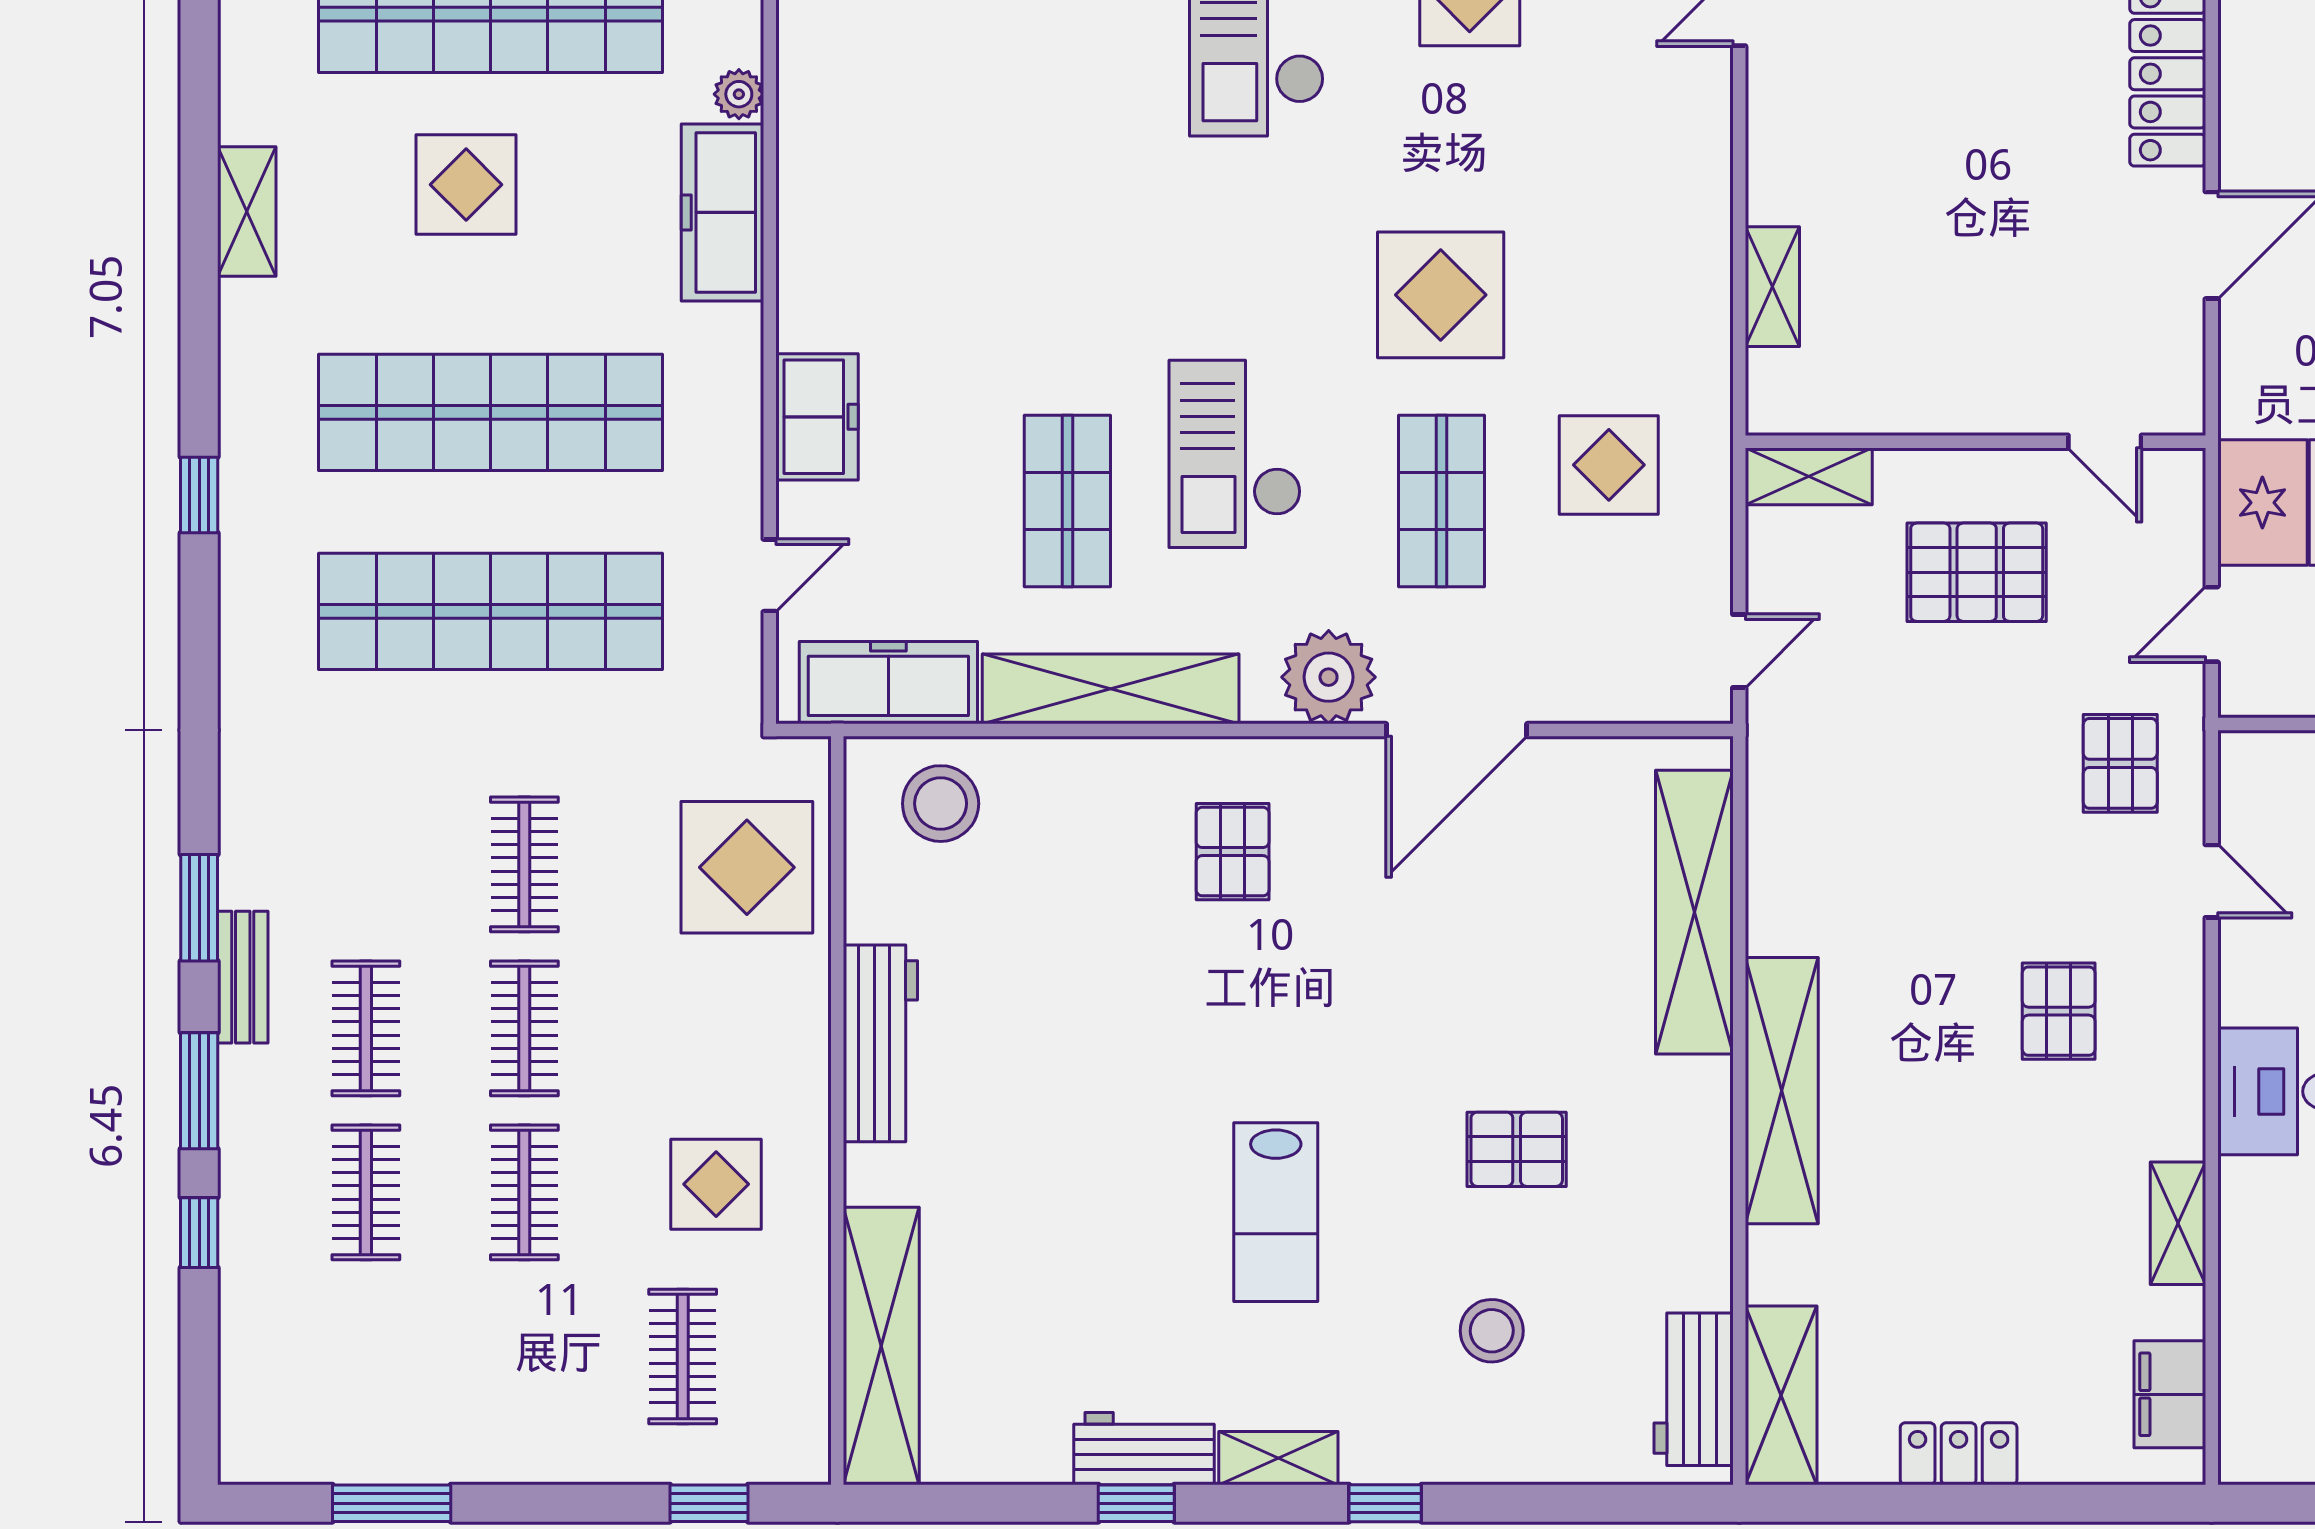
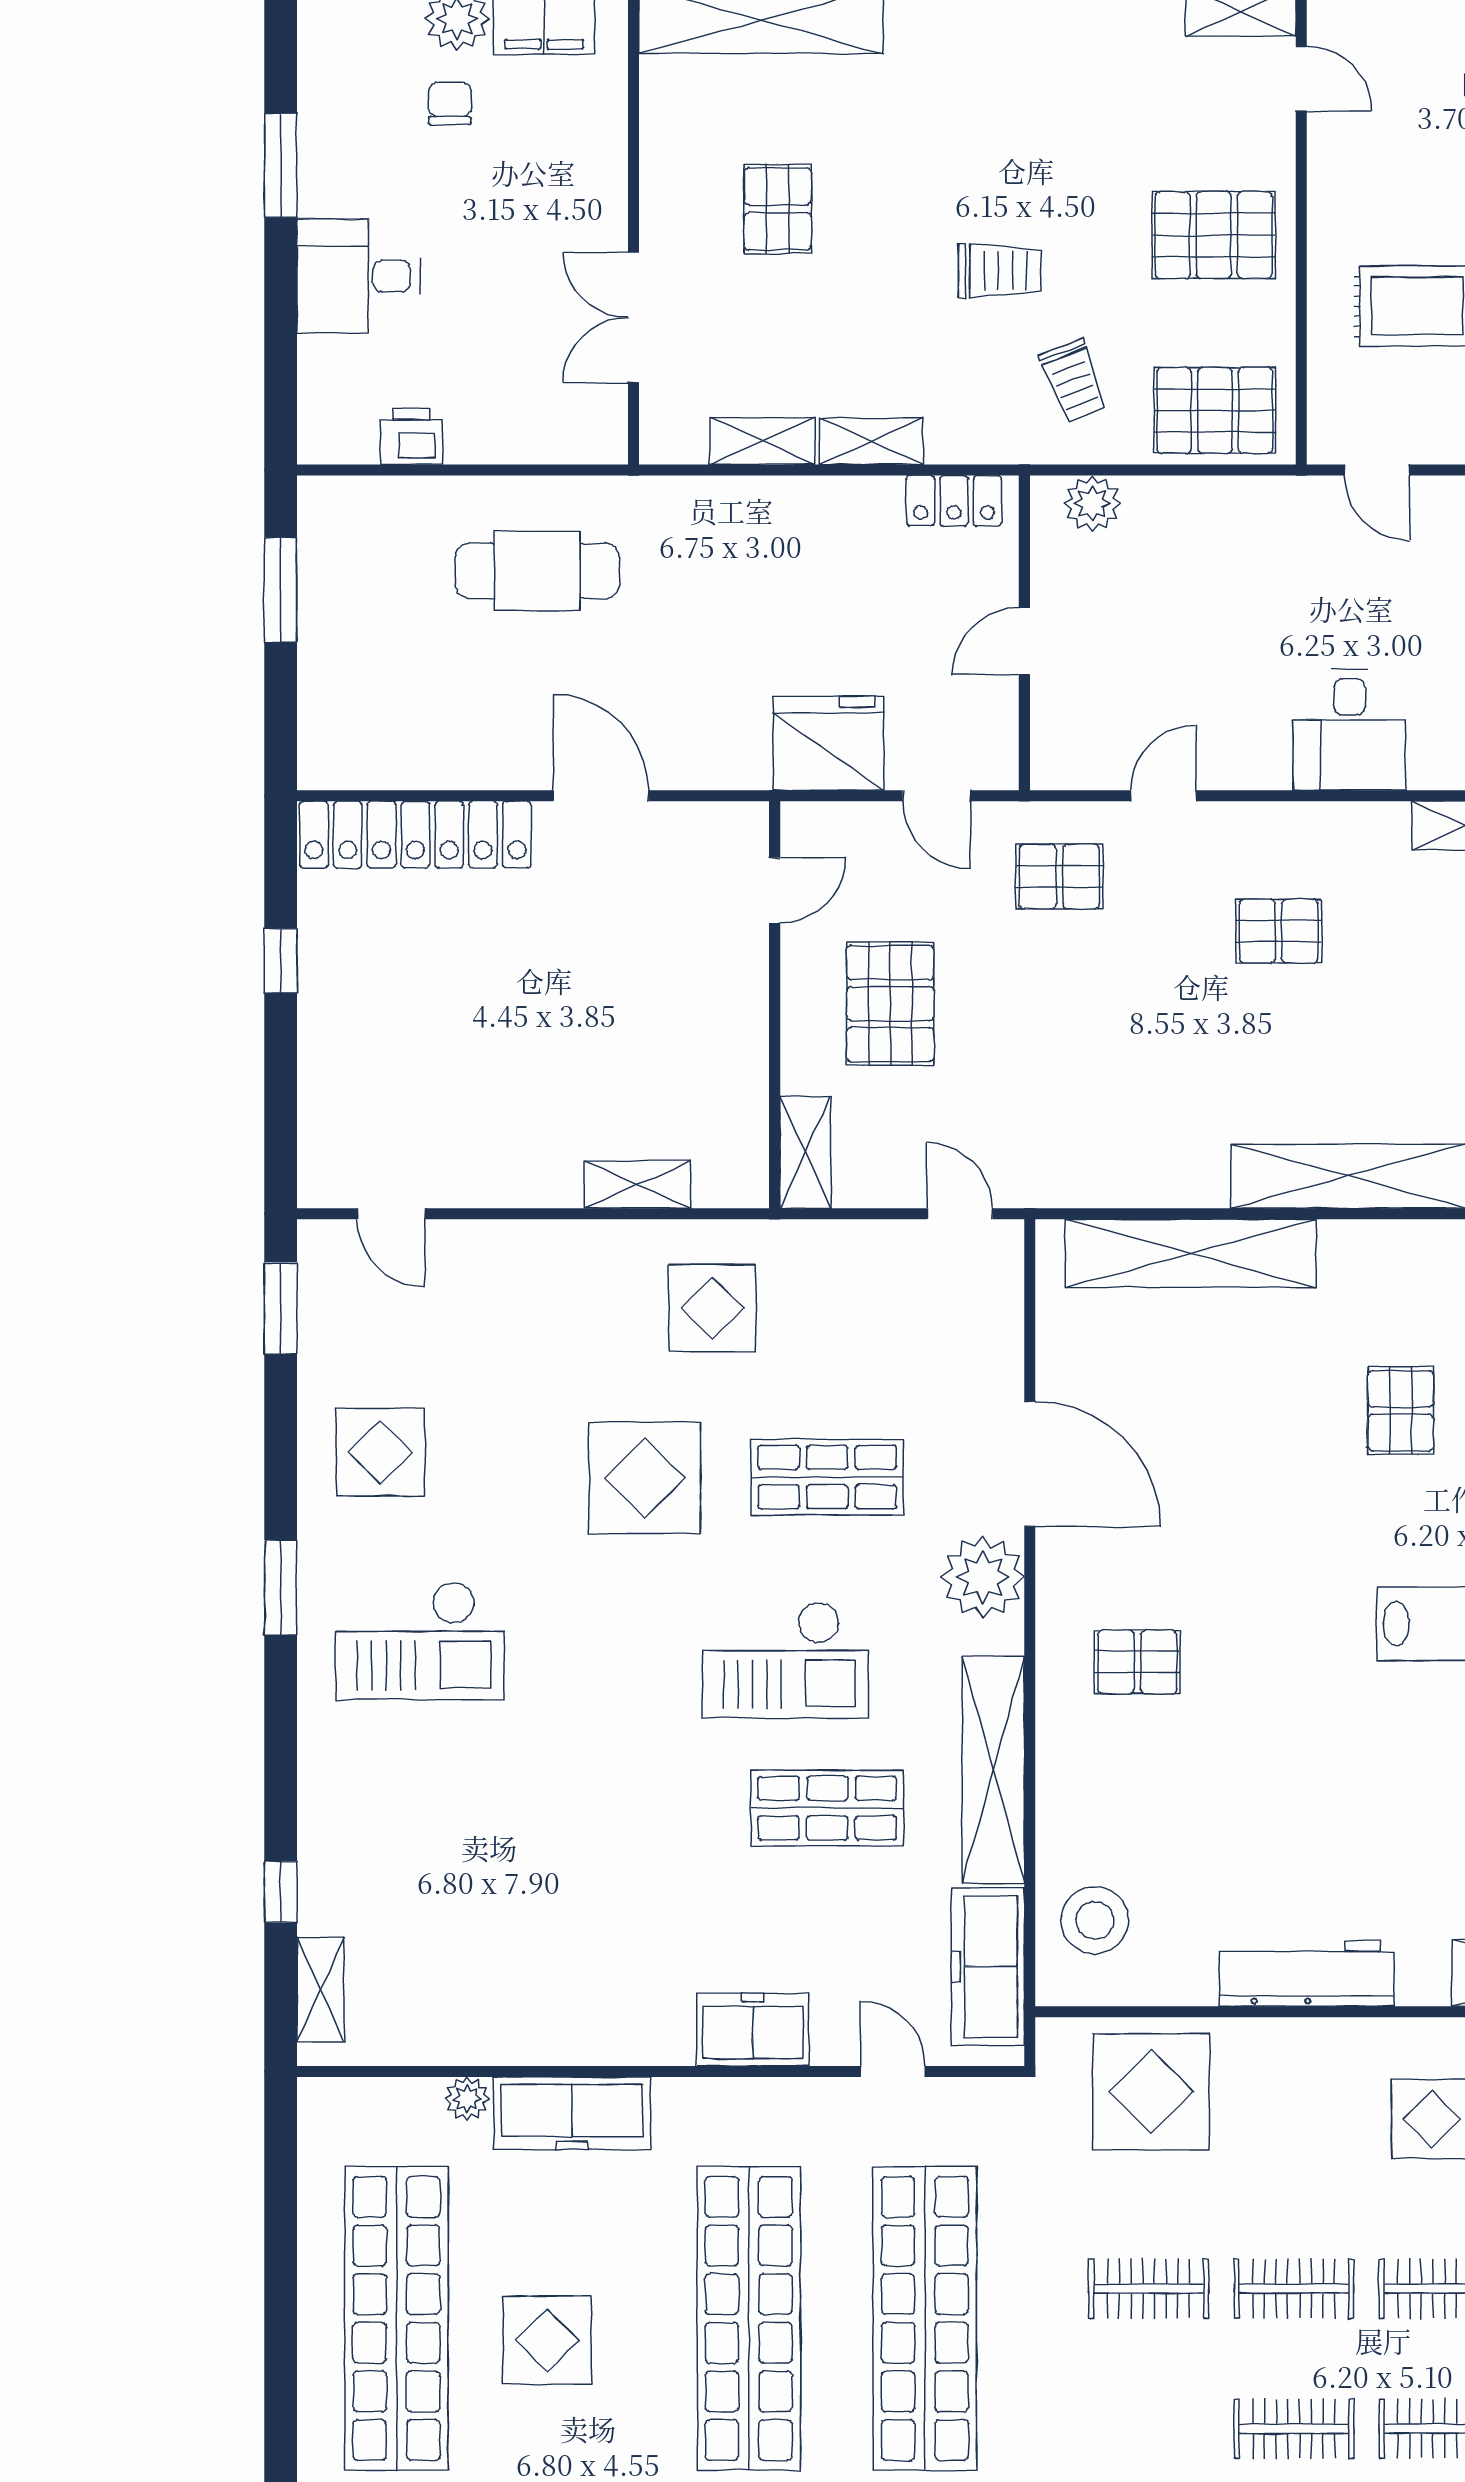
display table: (1609, 465) -> (712, 1308), moved

